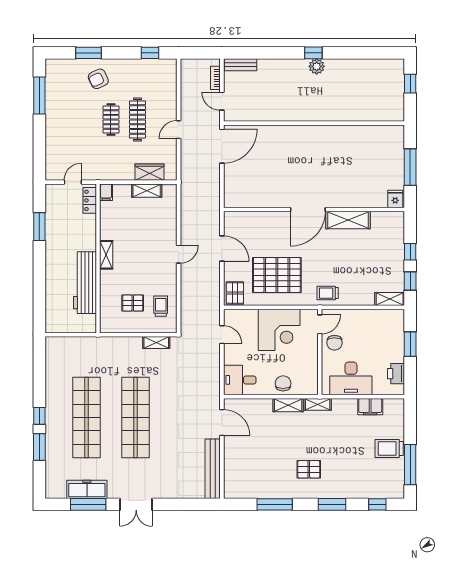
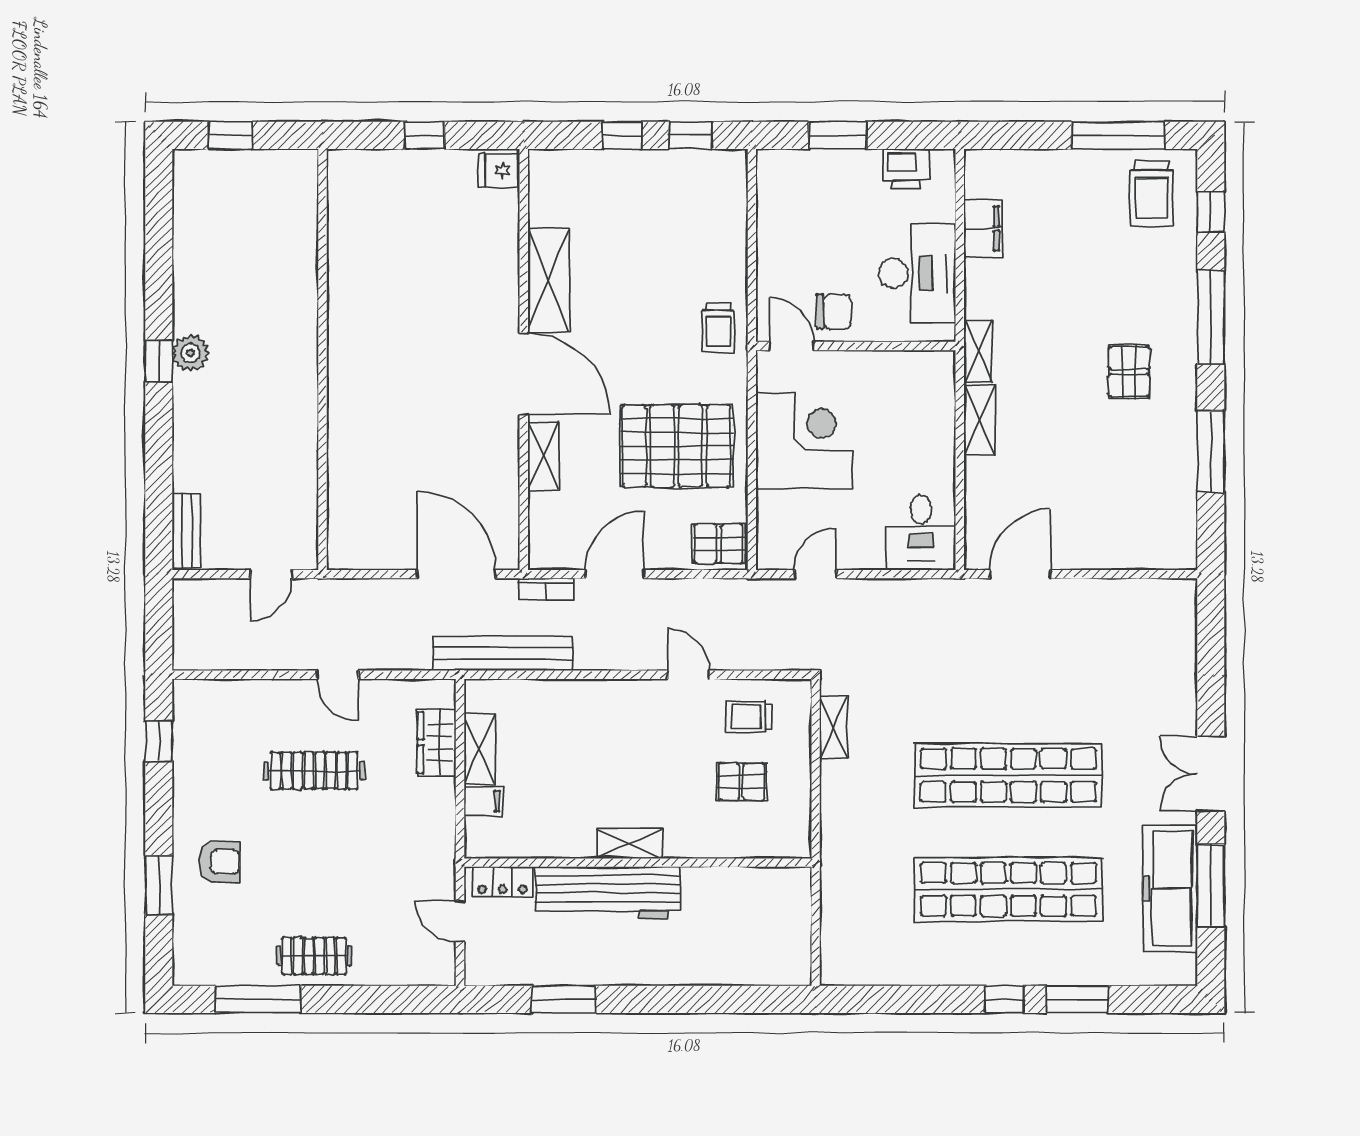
bookcase: (215, 78) -> (546, 589), moved
armchair: (98, 79) -> (219, 862), turned -65
clothes rail: (111, 120) -> (314, 956), moved
door: (222, 146) -> (456, 574), moved
window: (410, 167) -> (425, 135), width x0.46
filing cabinet: (106, 192) -> (483, 801), moved
door: (179, 254) -> (688, 675), moved
pallet: (277, 275) -> (676, 446), turned 90
workbench: (85, 283) -> (608, 893), moved
shelving: (390, 299) -> (543, 456), moved
pallet: (133, 303) -> (742, 782), turned 90
chair: (283, 383) -> (929, 431), removed
trolley: (389, 448) -> (1152, 193), moved
bench: (213, 469) -> (503, 653), moved
freezer: (87, 489) -> (1170, 888), width x1.36, depth x1.26
double door: (136, 504) -> (1211, 774), swing flipped
window: (332, 504) -> (1211, 318), width x1.44

